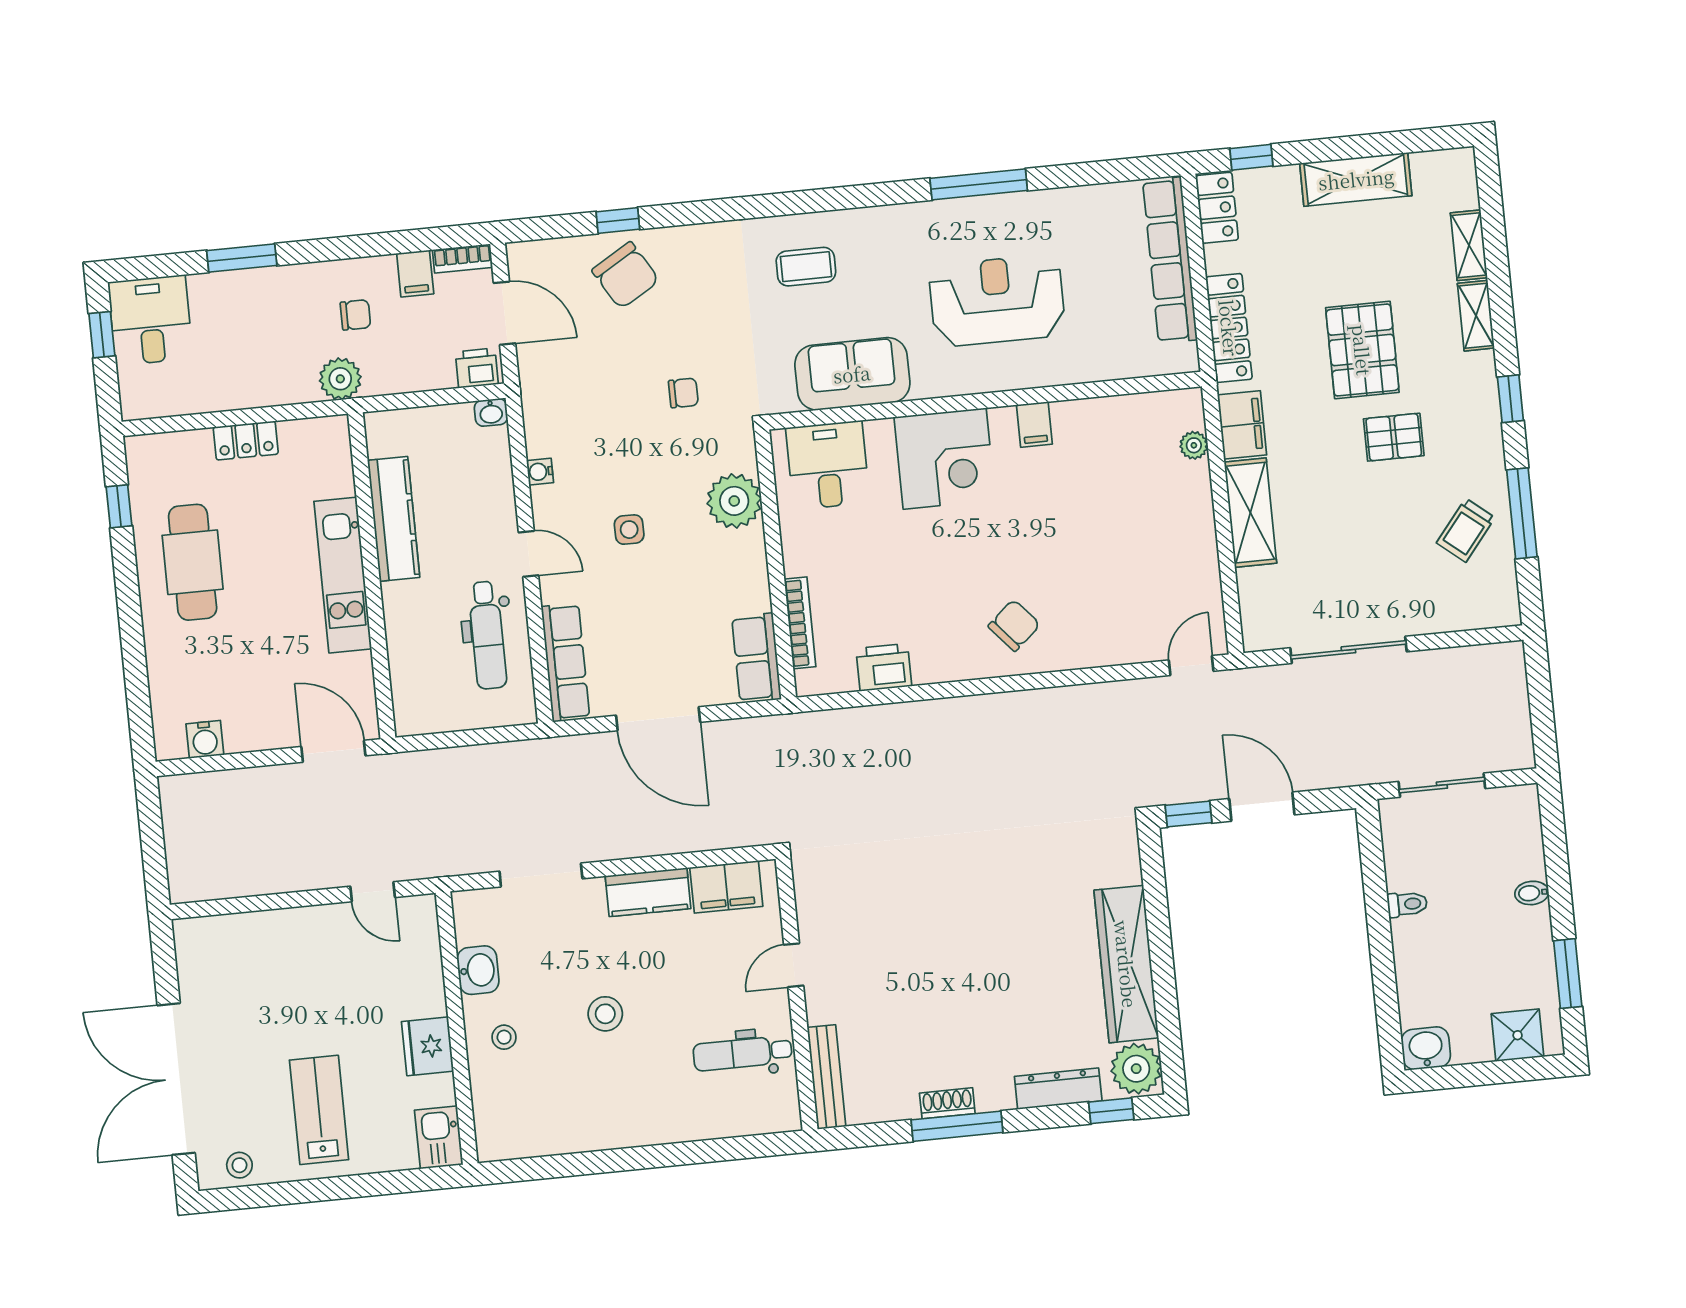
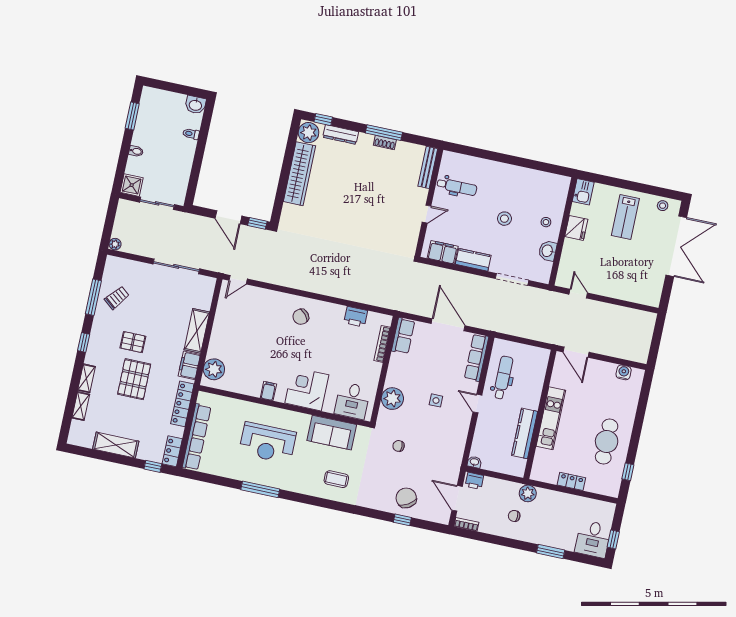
filing cabinet: (415, 274) -> (486, 524), removed
plant: (1194, 445) -> (214, 369), width x1.87, depth x1.87
water cooler: (540, 472) -> (463, 434), removed
plant: (1511, 656) -> (115, 244), added
toilet: (1407, 904) -> (191, 134), moved
shower: (1518, 1035) -> (132, 185), moved

